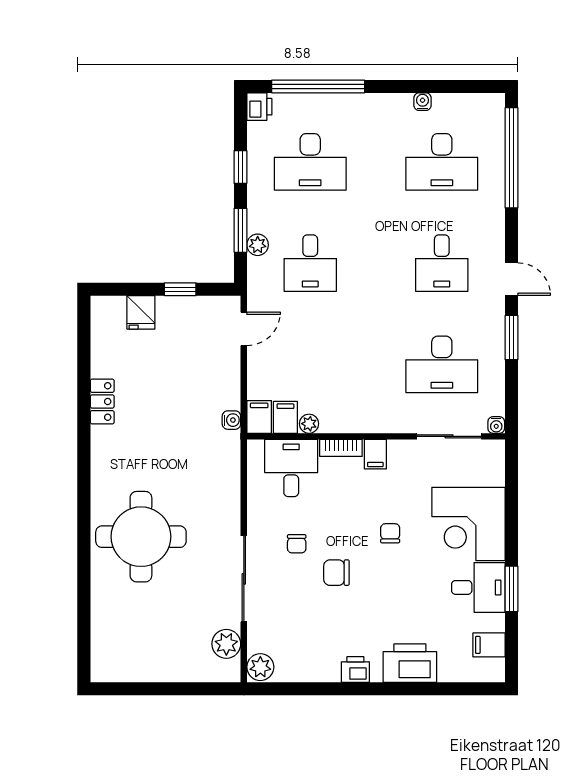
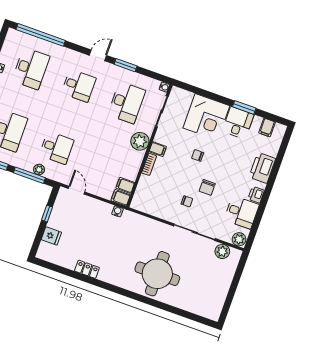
window: (240, 230) -> (29, 175), width x1.44
plant: (309, 424) -> (140, 141), moved, width x1.88, depth x1.88
desk: (291, 468) -> (242, 212), moved, turned 180

